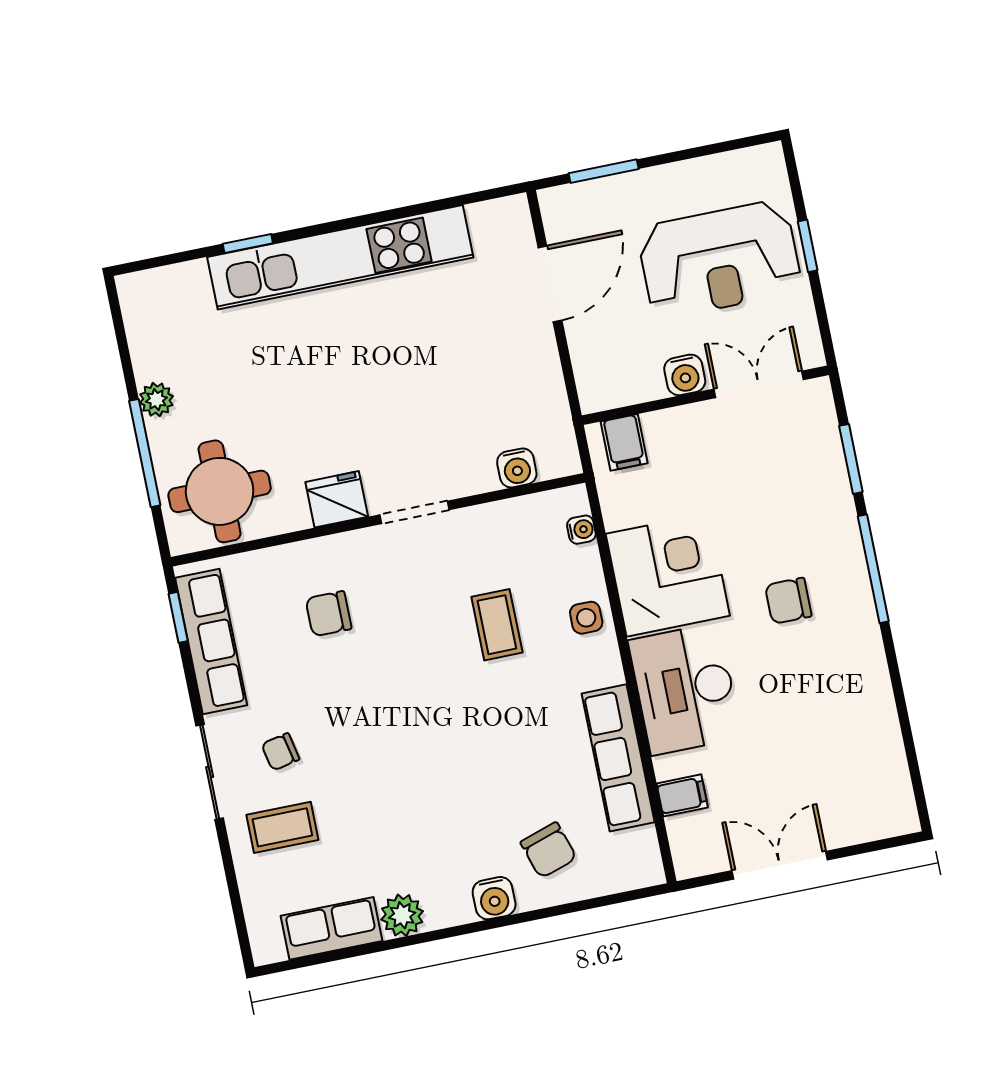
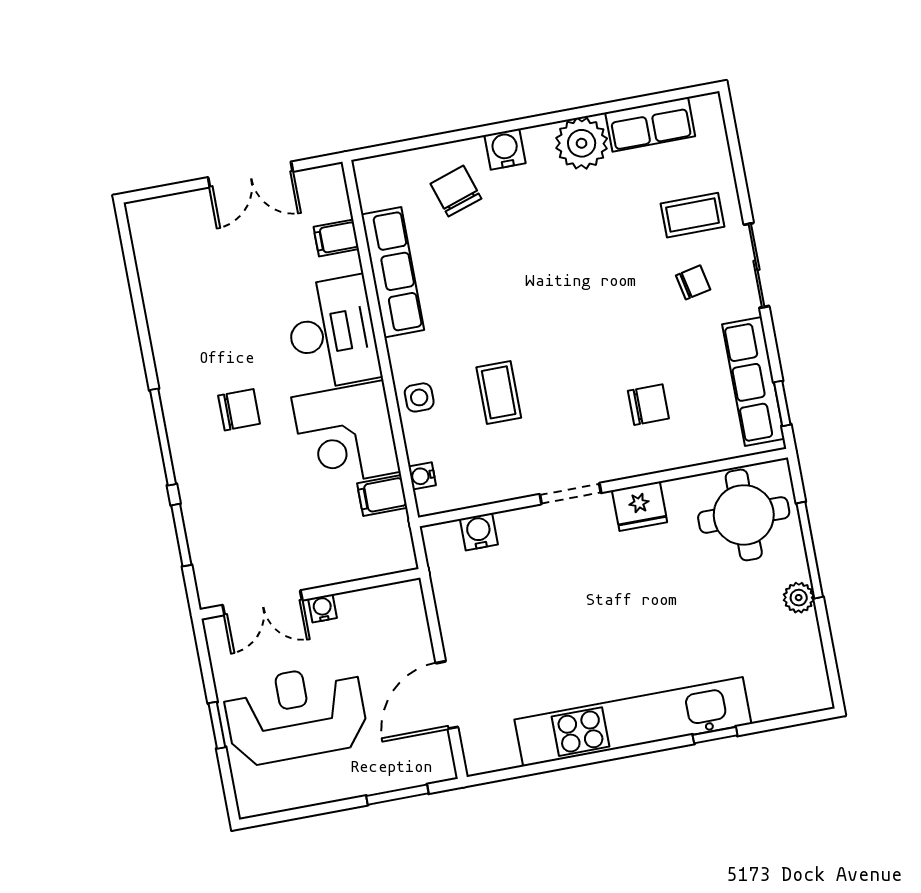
water cooler: (685, 375) -> (323, 608), width x0.72, depth x0.72
filing cabinet: (624, 442) -> (382, 495), moved, turned -90
plant: (402, 915) -> (582, 143), width x1.36, depth x1.36

